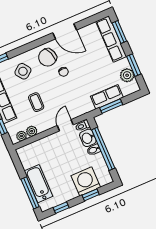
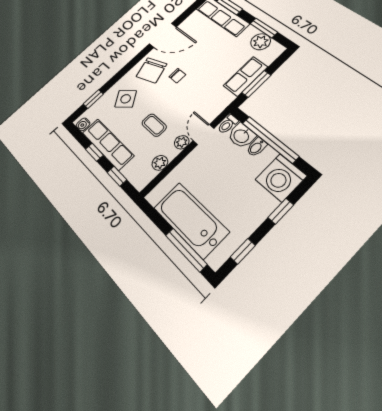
plant: (22, 136) -> (182, 142), moved
washing machine: (86, 181) -> (281, 178), moved, turned -90
bathtub: (38, 184) -> (191, 220), width x1.36, depth x1.36

